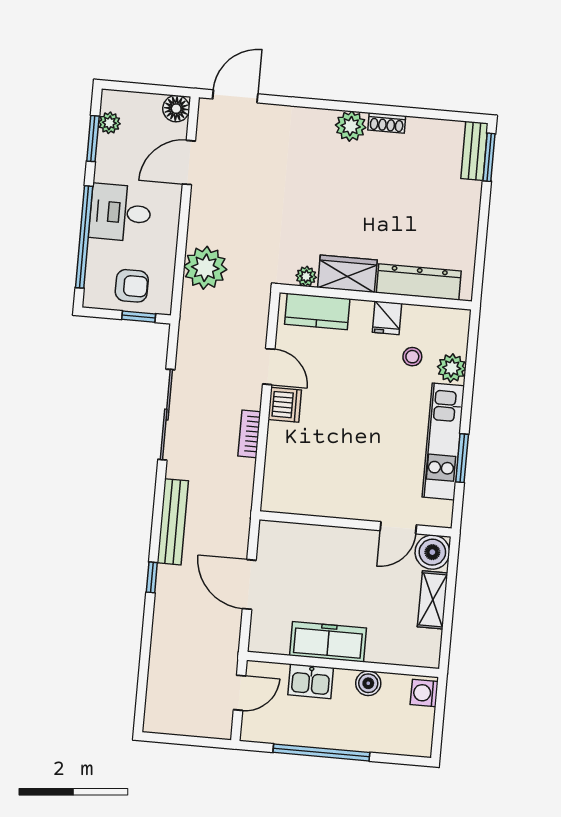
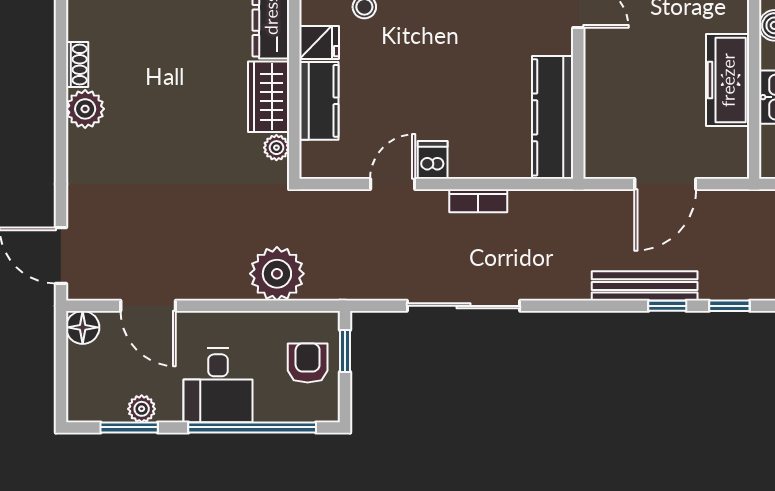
plant: (109, 123) -> (142, 409), moved
kitchen counter: (317, 312) -> (319, 101), moved
dishwasher: (285, 405) -> (433, 160), width x0.73
kitchen counter: (311, 499) -> (553, 117), added
bench: (173, 522) -> (645, 286), moved
window: (147, 627) -> (729, 306), added

